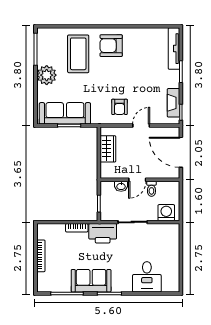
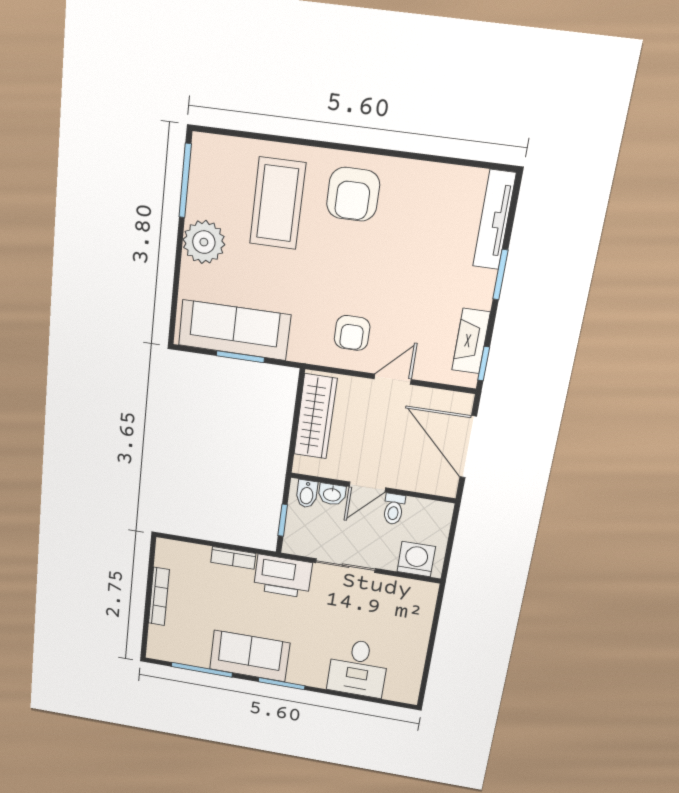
armchair: (111, 46) -> (353, 194), turned -90
wardrobe: (108, 149) -> (315, 416), width x1.50
bidet: (109, 188) -> (307, 494), added

